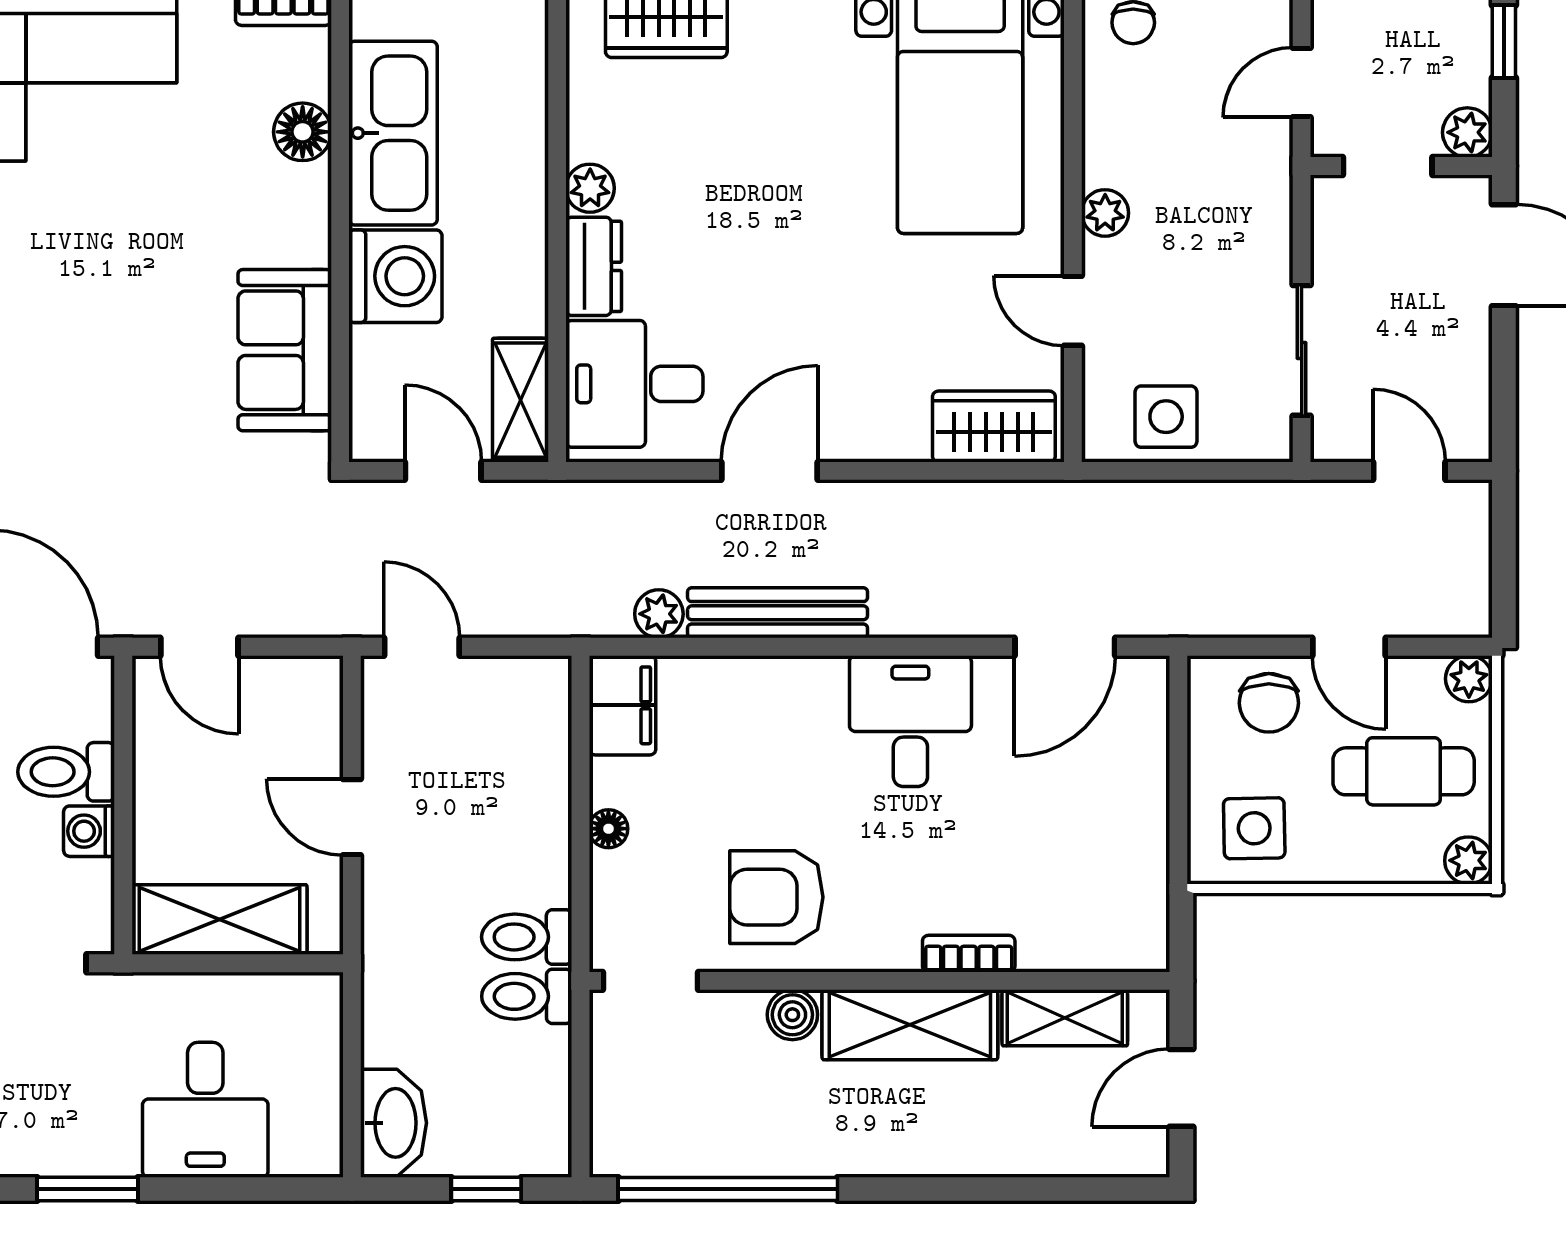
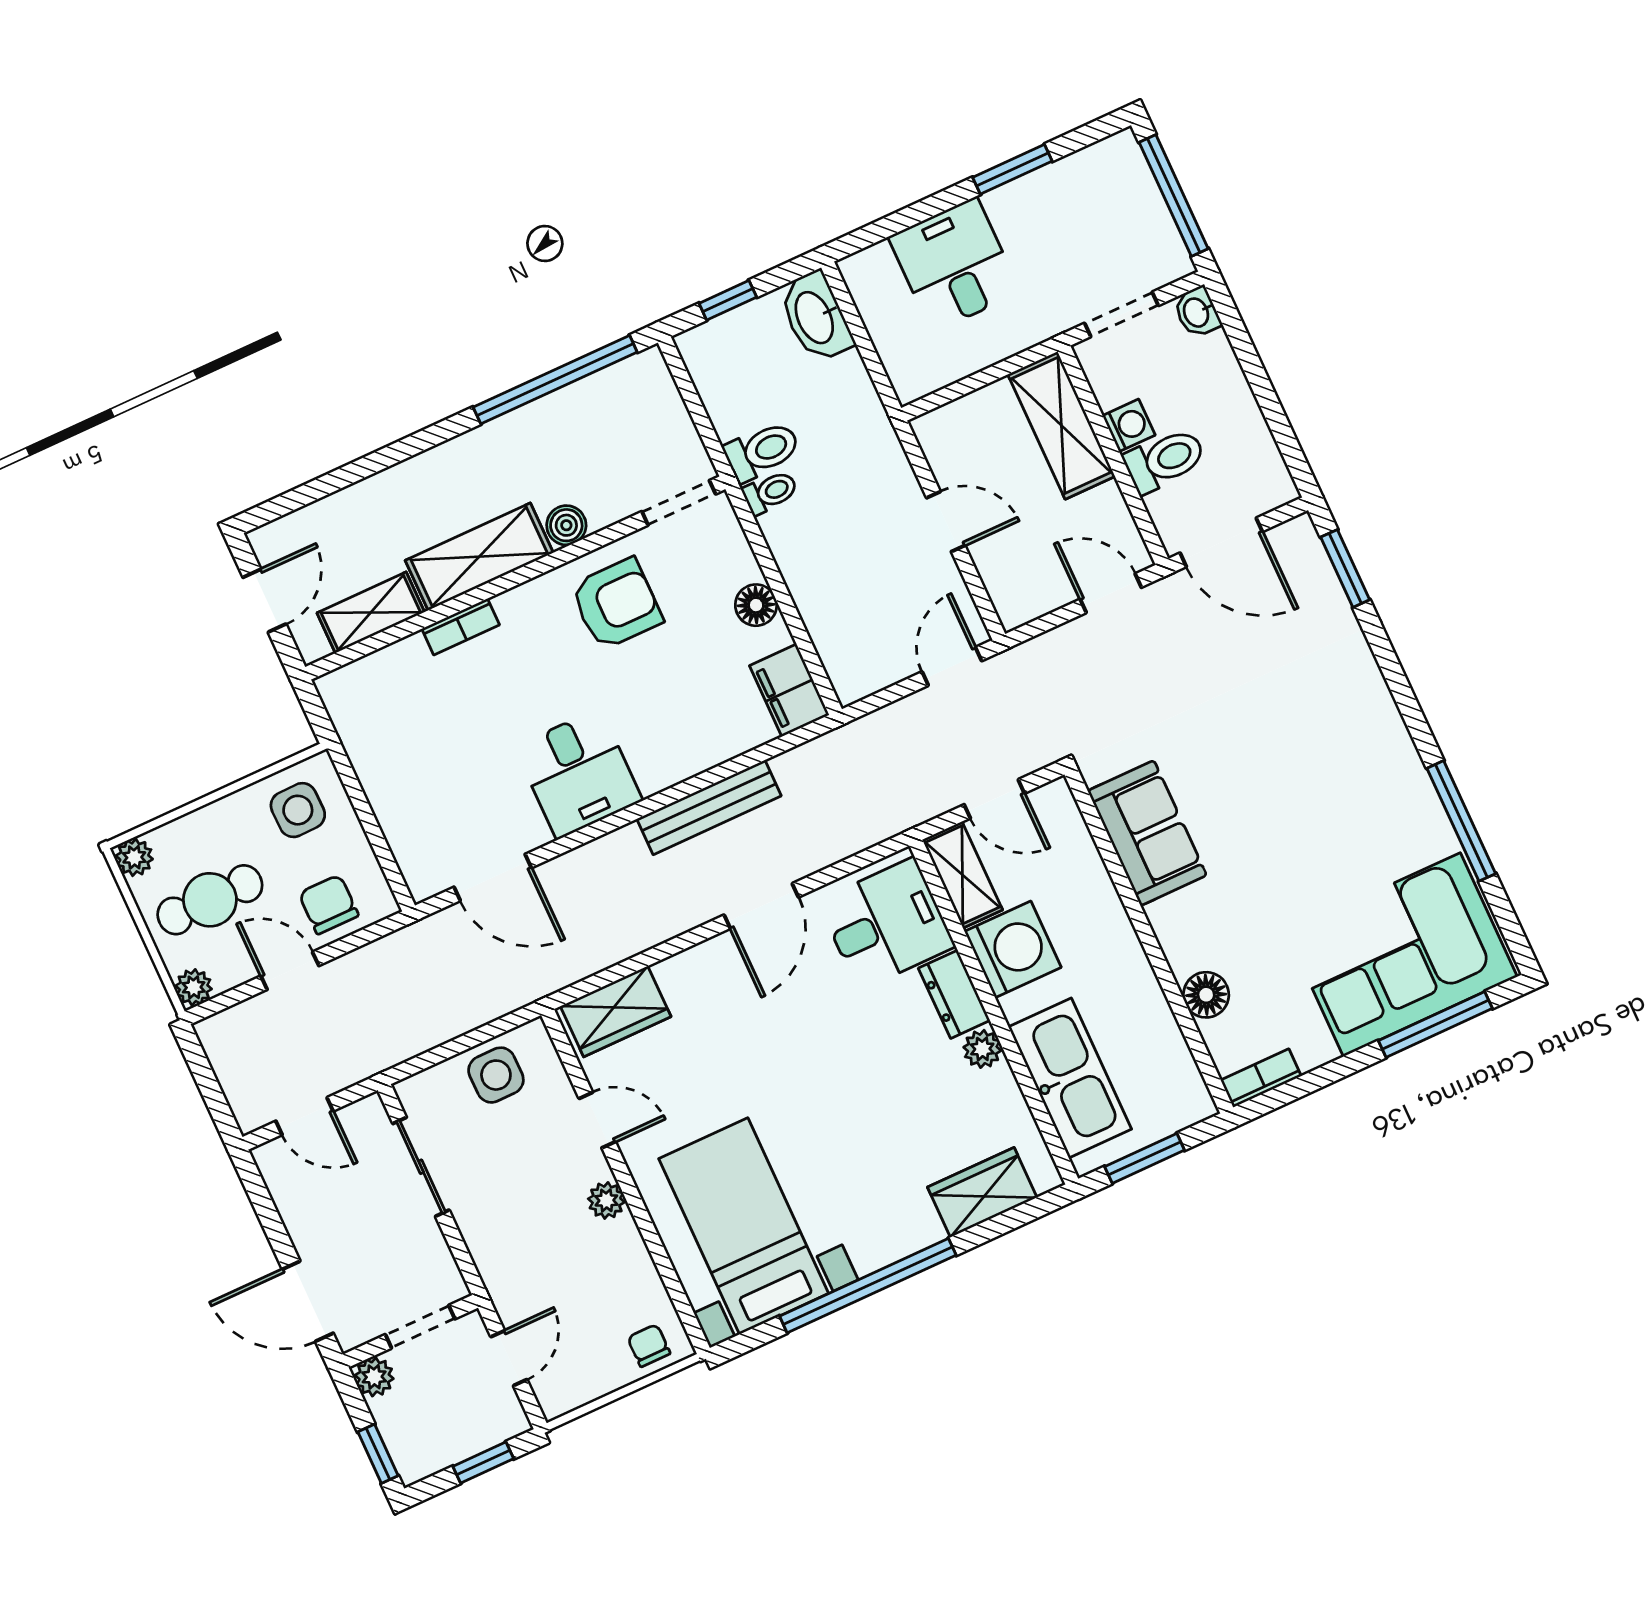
kitchen sink: (393, 133) -> (1070, 1078), moved, turned 180
washing machine: (395, 276) -> (1013, 949), moved, turned 180
plant: (659, 614) -> (793, 768), removed
door: (422, 647) -> (952, 666), swing flipped
door: (1065, 647) -> (493, 877), swing flipped
floor lamp: (608, 829) -> (756, 605), width x1.37, depth x1.37
shelving: (220, 920) -> (1061, 425), moved, turned 90
toilet: (527, 937) -> (770, 492), width x0.73, depth x0.72

